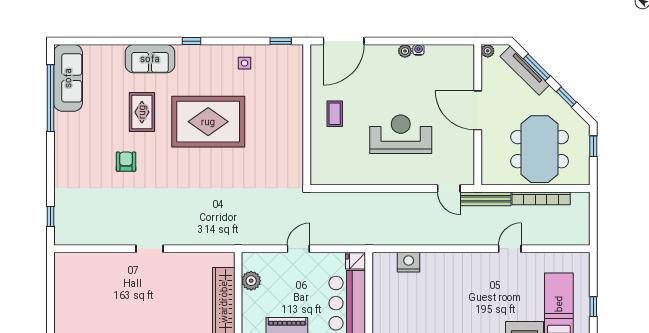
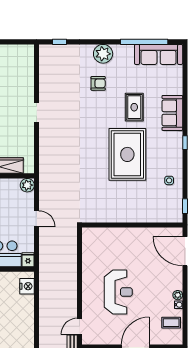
rug: (142, 112) -> (134, 107), turned 90
coffee table: (335, 114) -> (171, 323), moved
plant: (67, 156) -> (103, 54), added
armchair: (126, 162) -> (98, 83), moved
nightstand: (409, 262) -> (27, 286), moved
plant: (251, 281) -> (27, 185), moved

